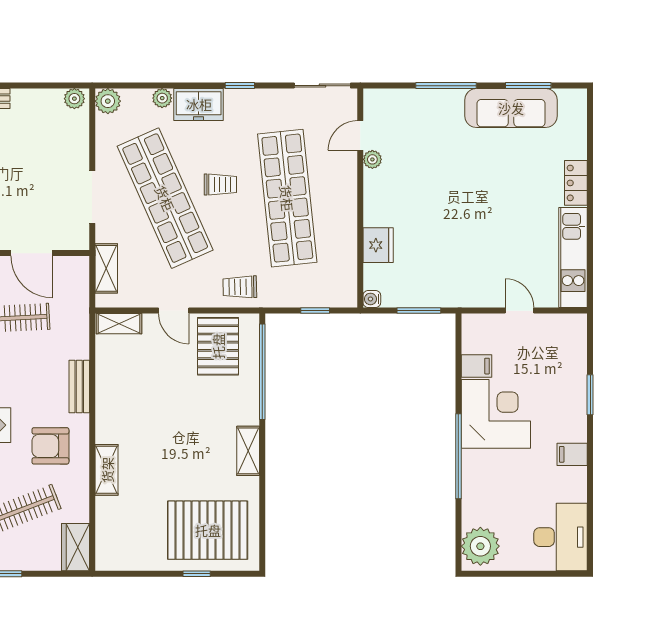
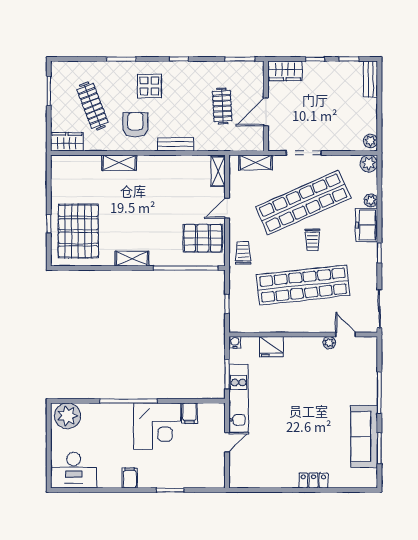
kitchen unit: (573, 257) -> (239, 398), moved, turned 90

